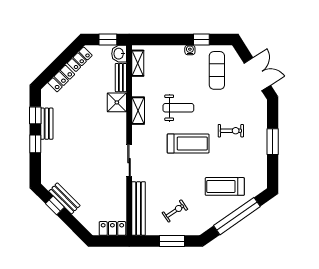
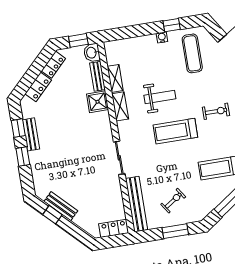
shelving: (138, 63) -> (115, 78), moved
treadmill: (188, 143) -> (175, 131), turned 180

